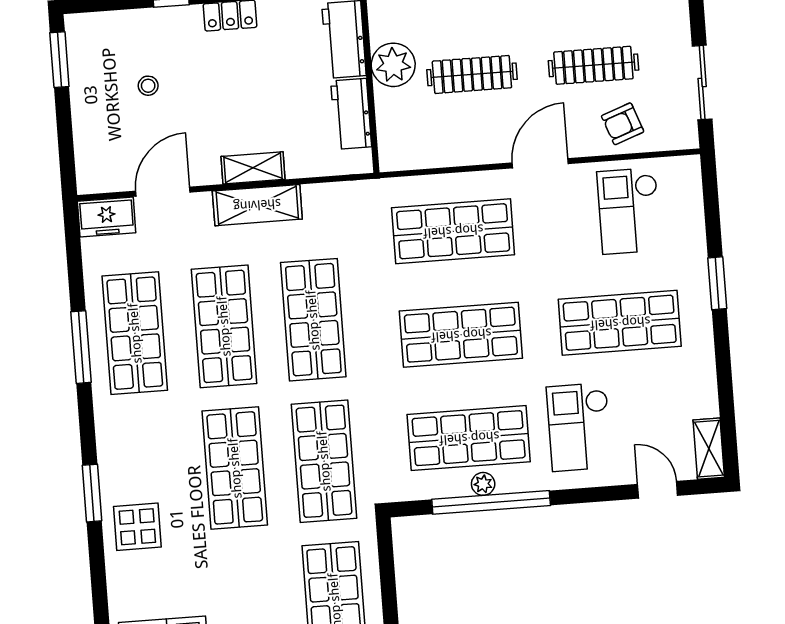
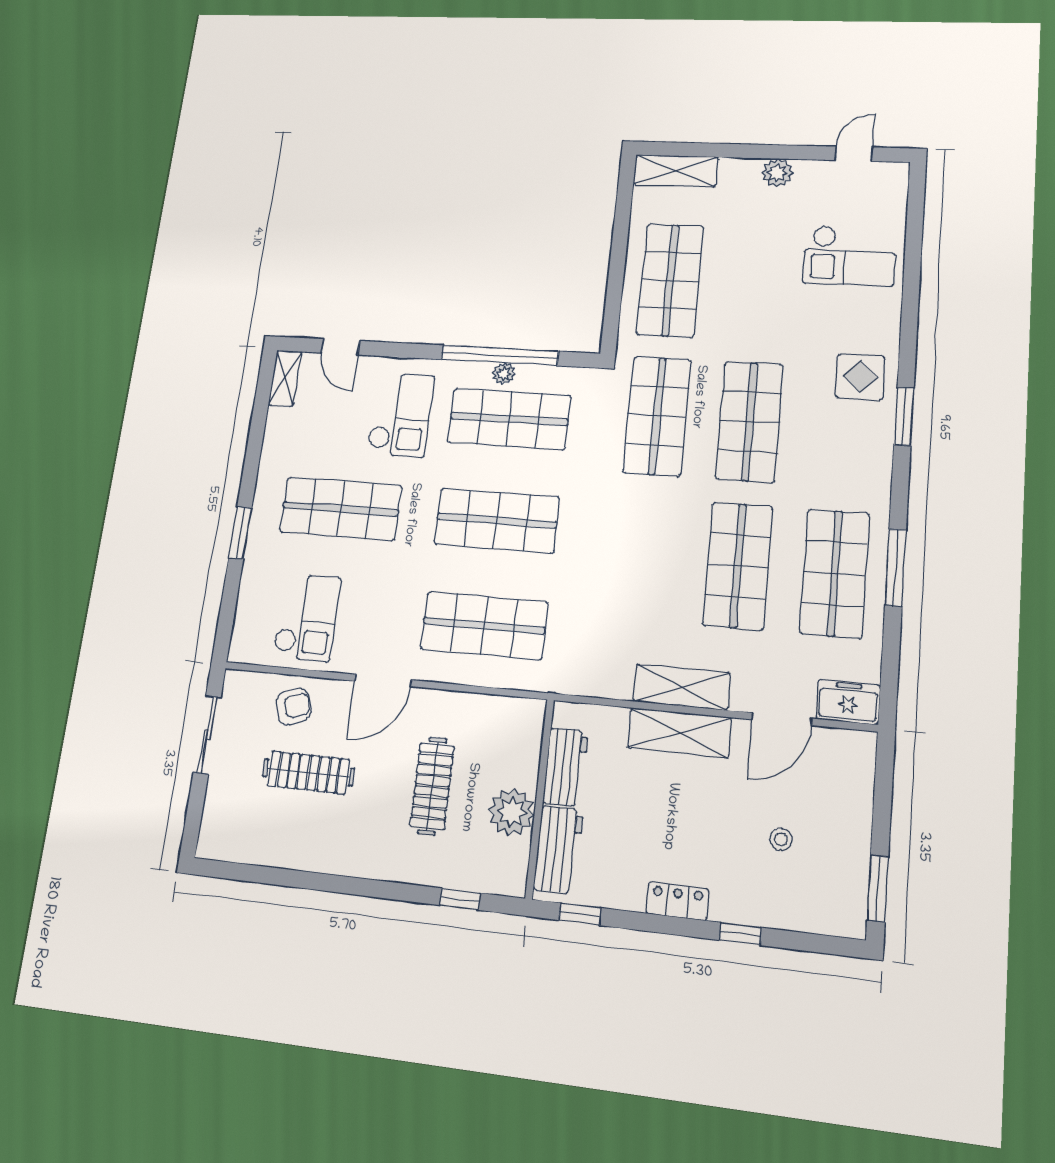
clothes rail: (472, 74) -> (432, 786), turned 90
shelving: (253, 168) -> (679, 733), width x1.50, depth x1.33
shop shelf: (313, 320) -> (643, 558), removed

